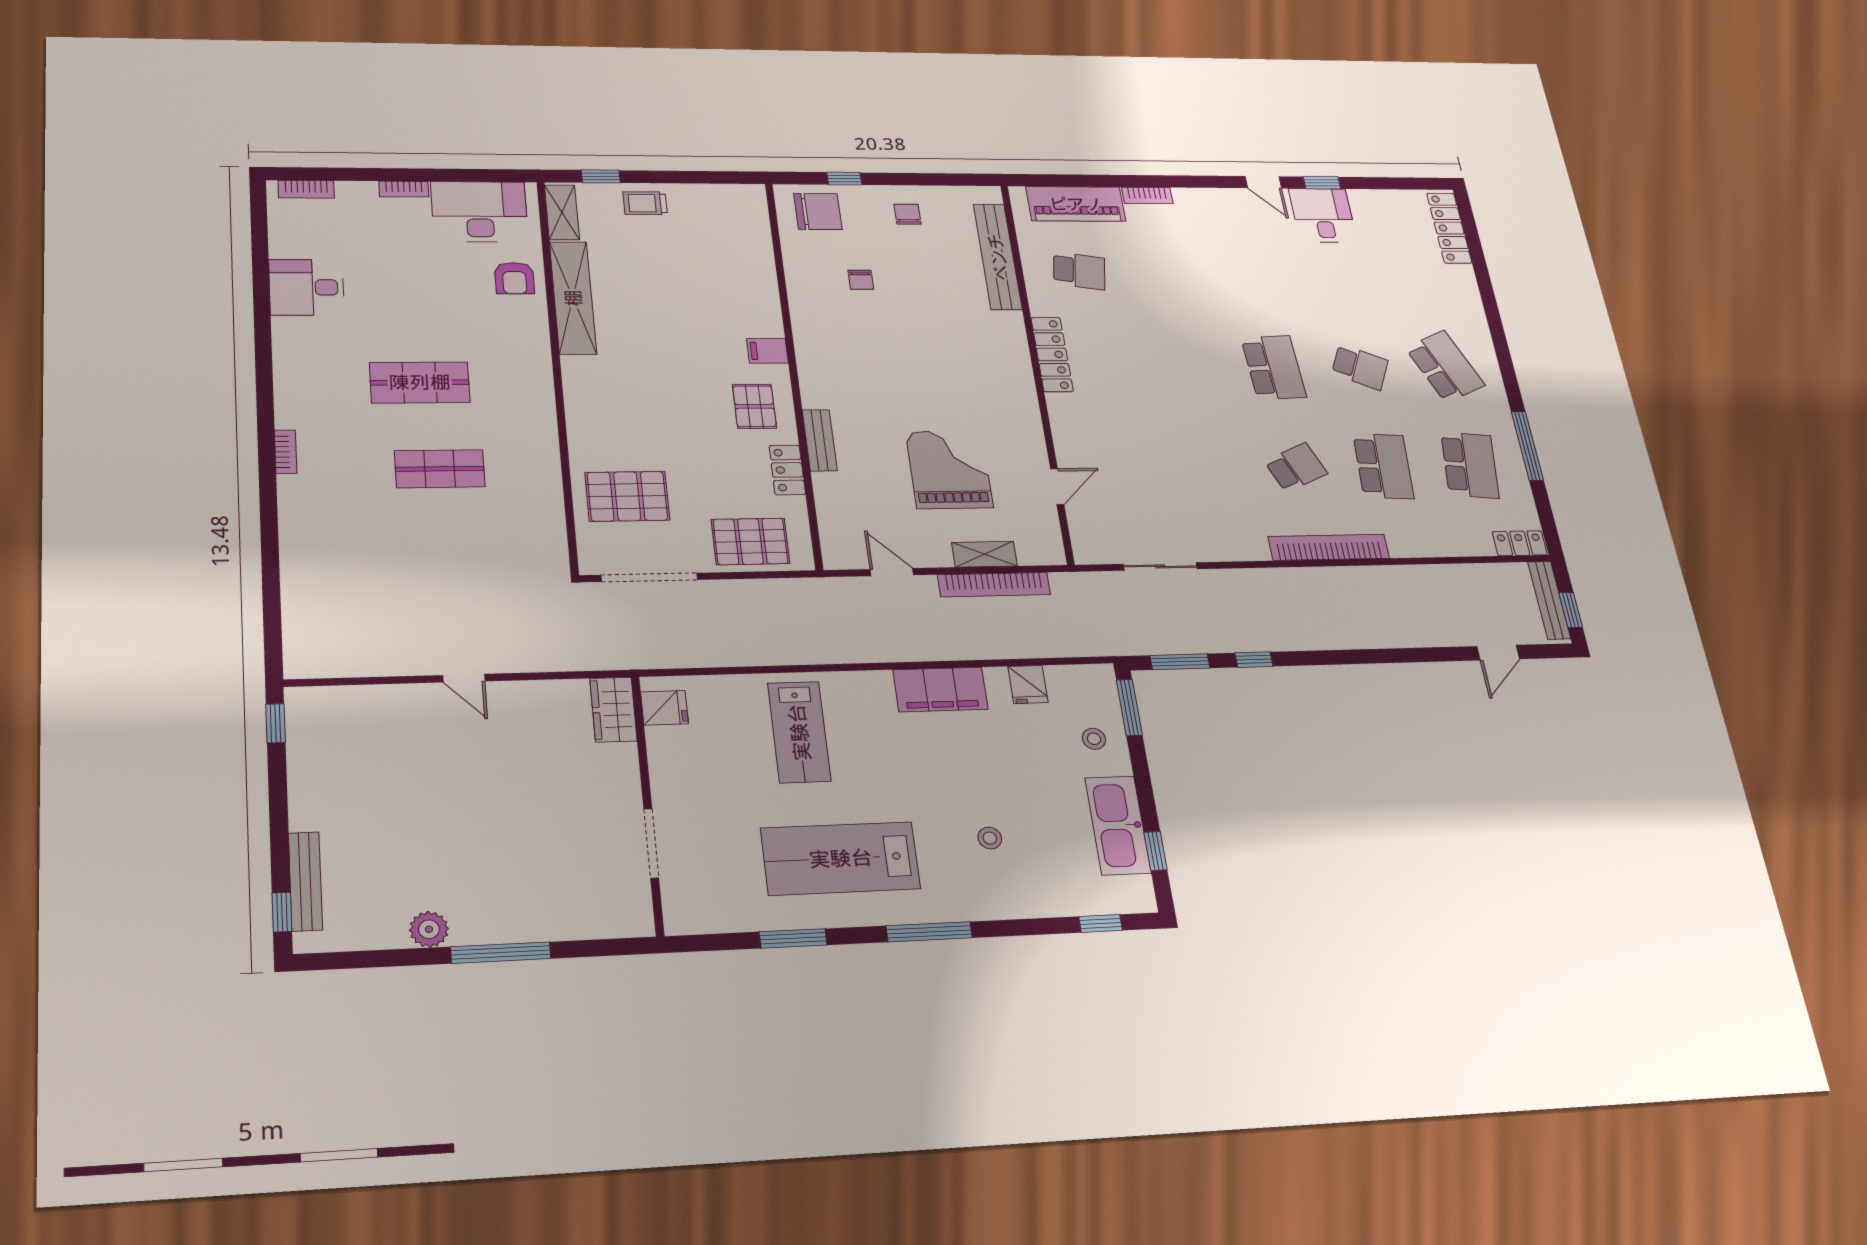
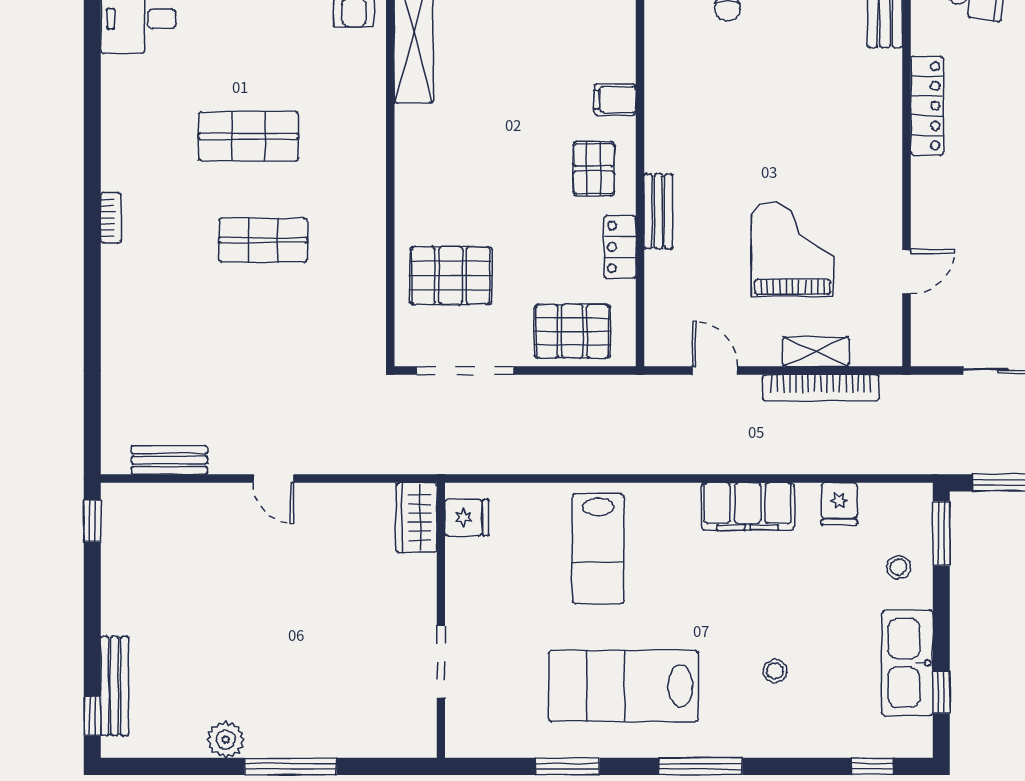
bench: (355, 664) -> (169, 460), added

